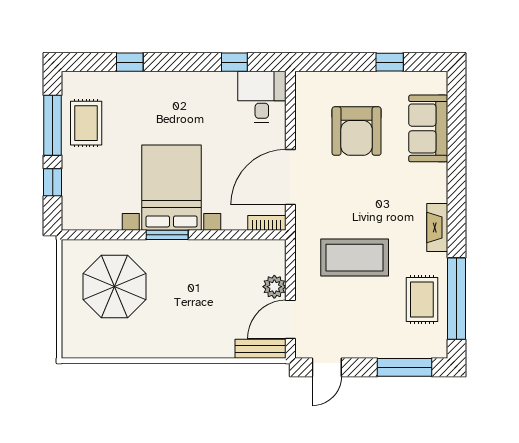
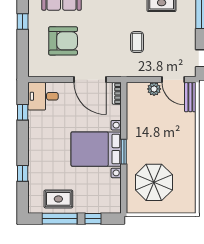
coffee table: (355, 258) -> (137, 42), width x0.54, depth x0.58

